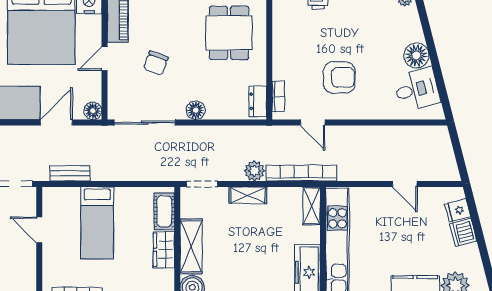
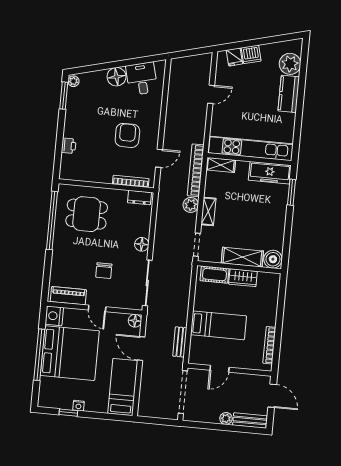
chair: (156, 63) -> (104, 271), turned 70
bookcase: (278, 96) -> (131, 181), width x1.56

